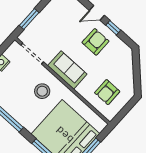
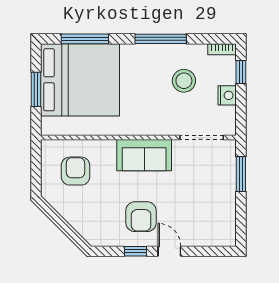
door: (97, 13) -> (169, 251), hinge flipped
stool: (42, 91) -> (184, 81), moved

